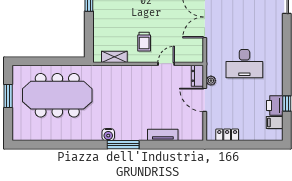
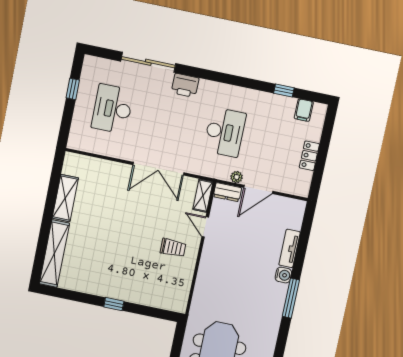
shelving: (114, 57) -> (203, 196), moved
printer: (275, 105) -> (185, 85), moved
water cooler: (108, 135) -> (283, 275), moved
locker: (227, 135) -> (309, 156), moved

